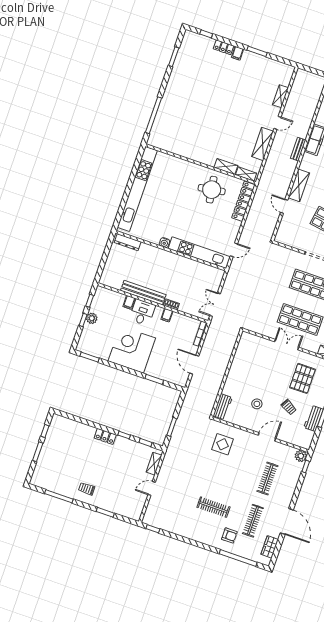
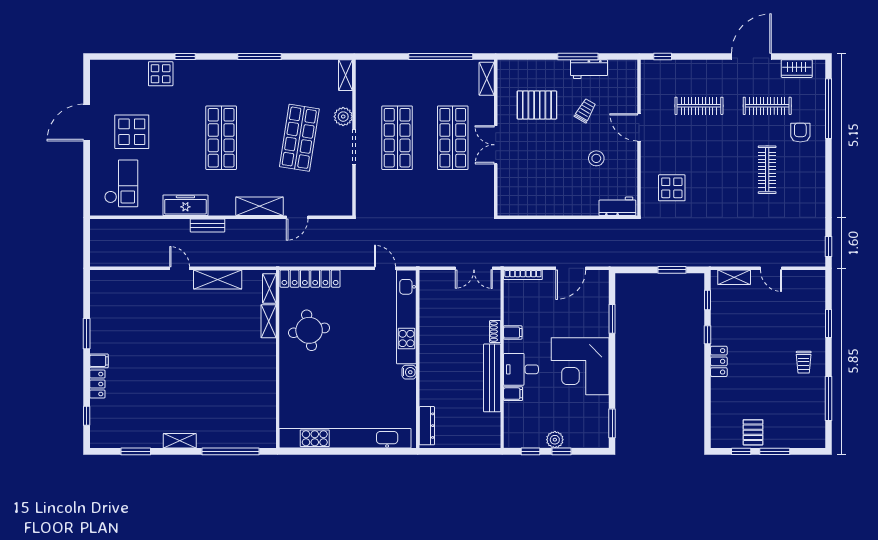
shelving: (281, 96) -> (180, 441), moved
pallet: (54, 442) -> (753, 432), added
plant: (301, 456) -> (650, 69), removed

